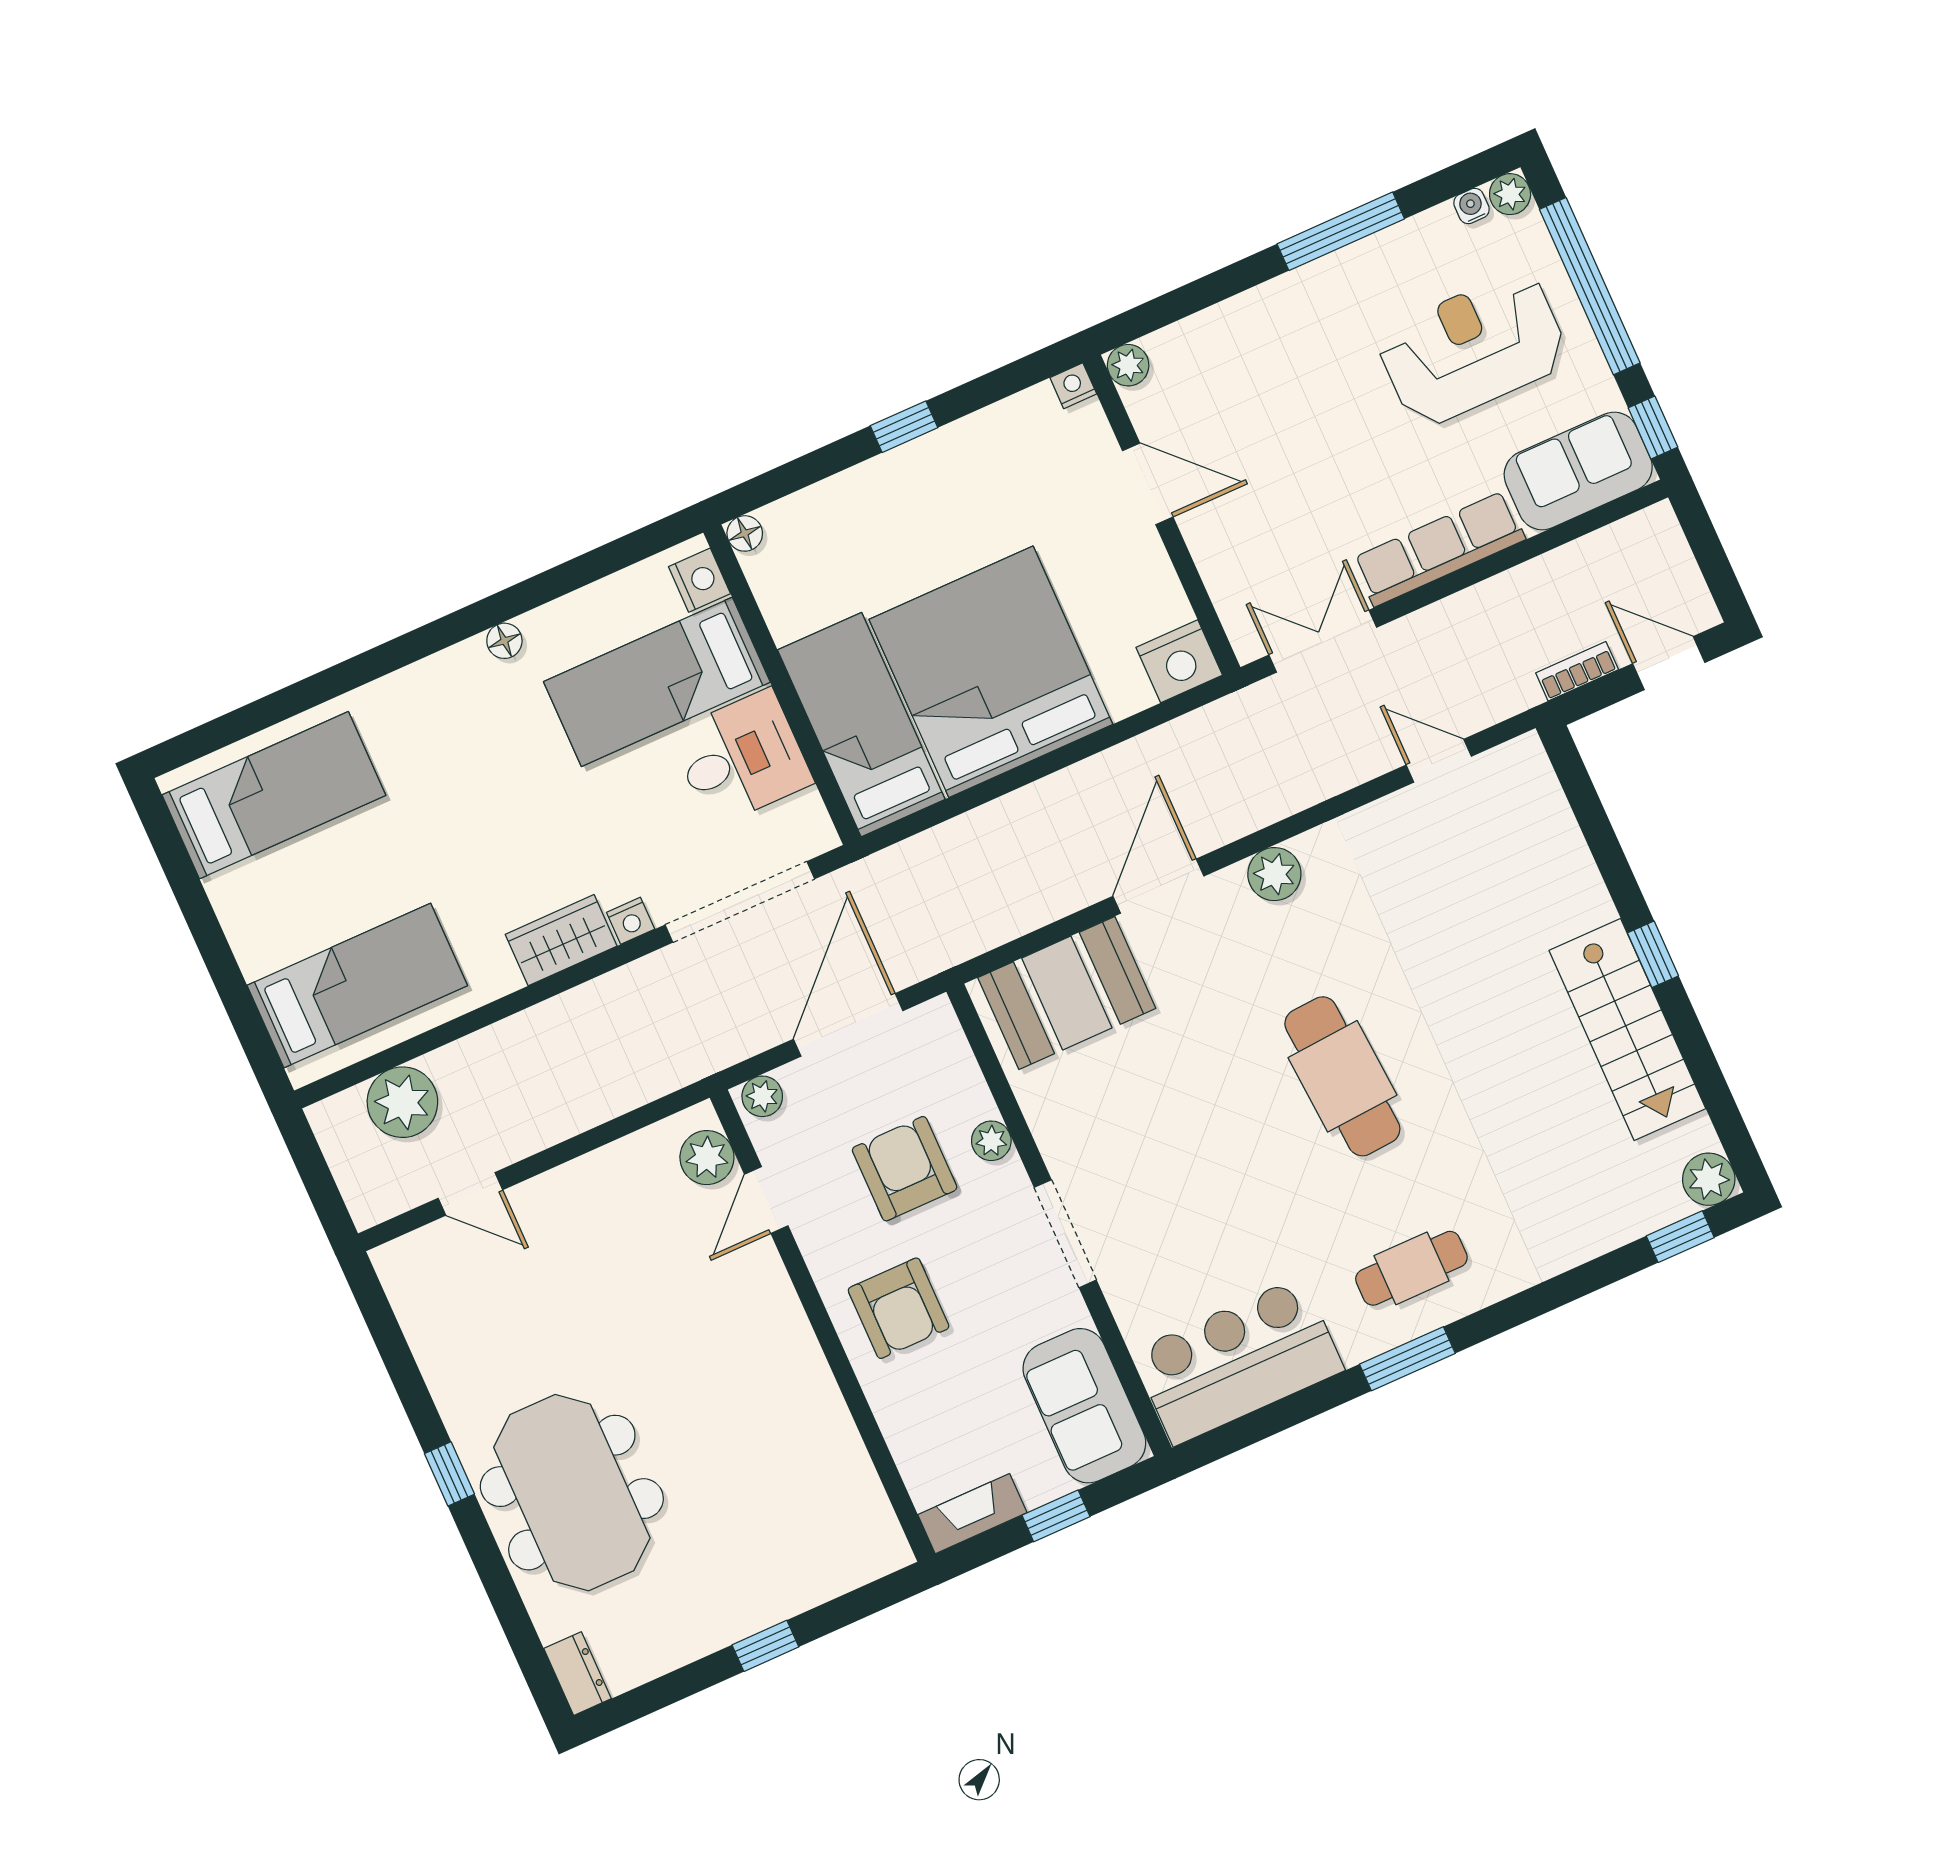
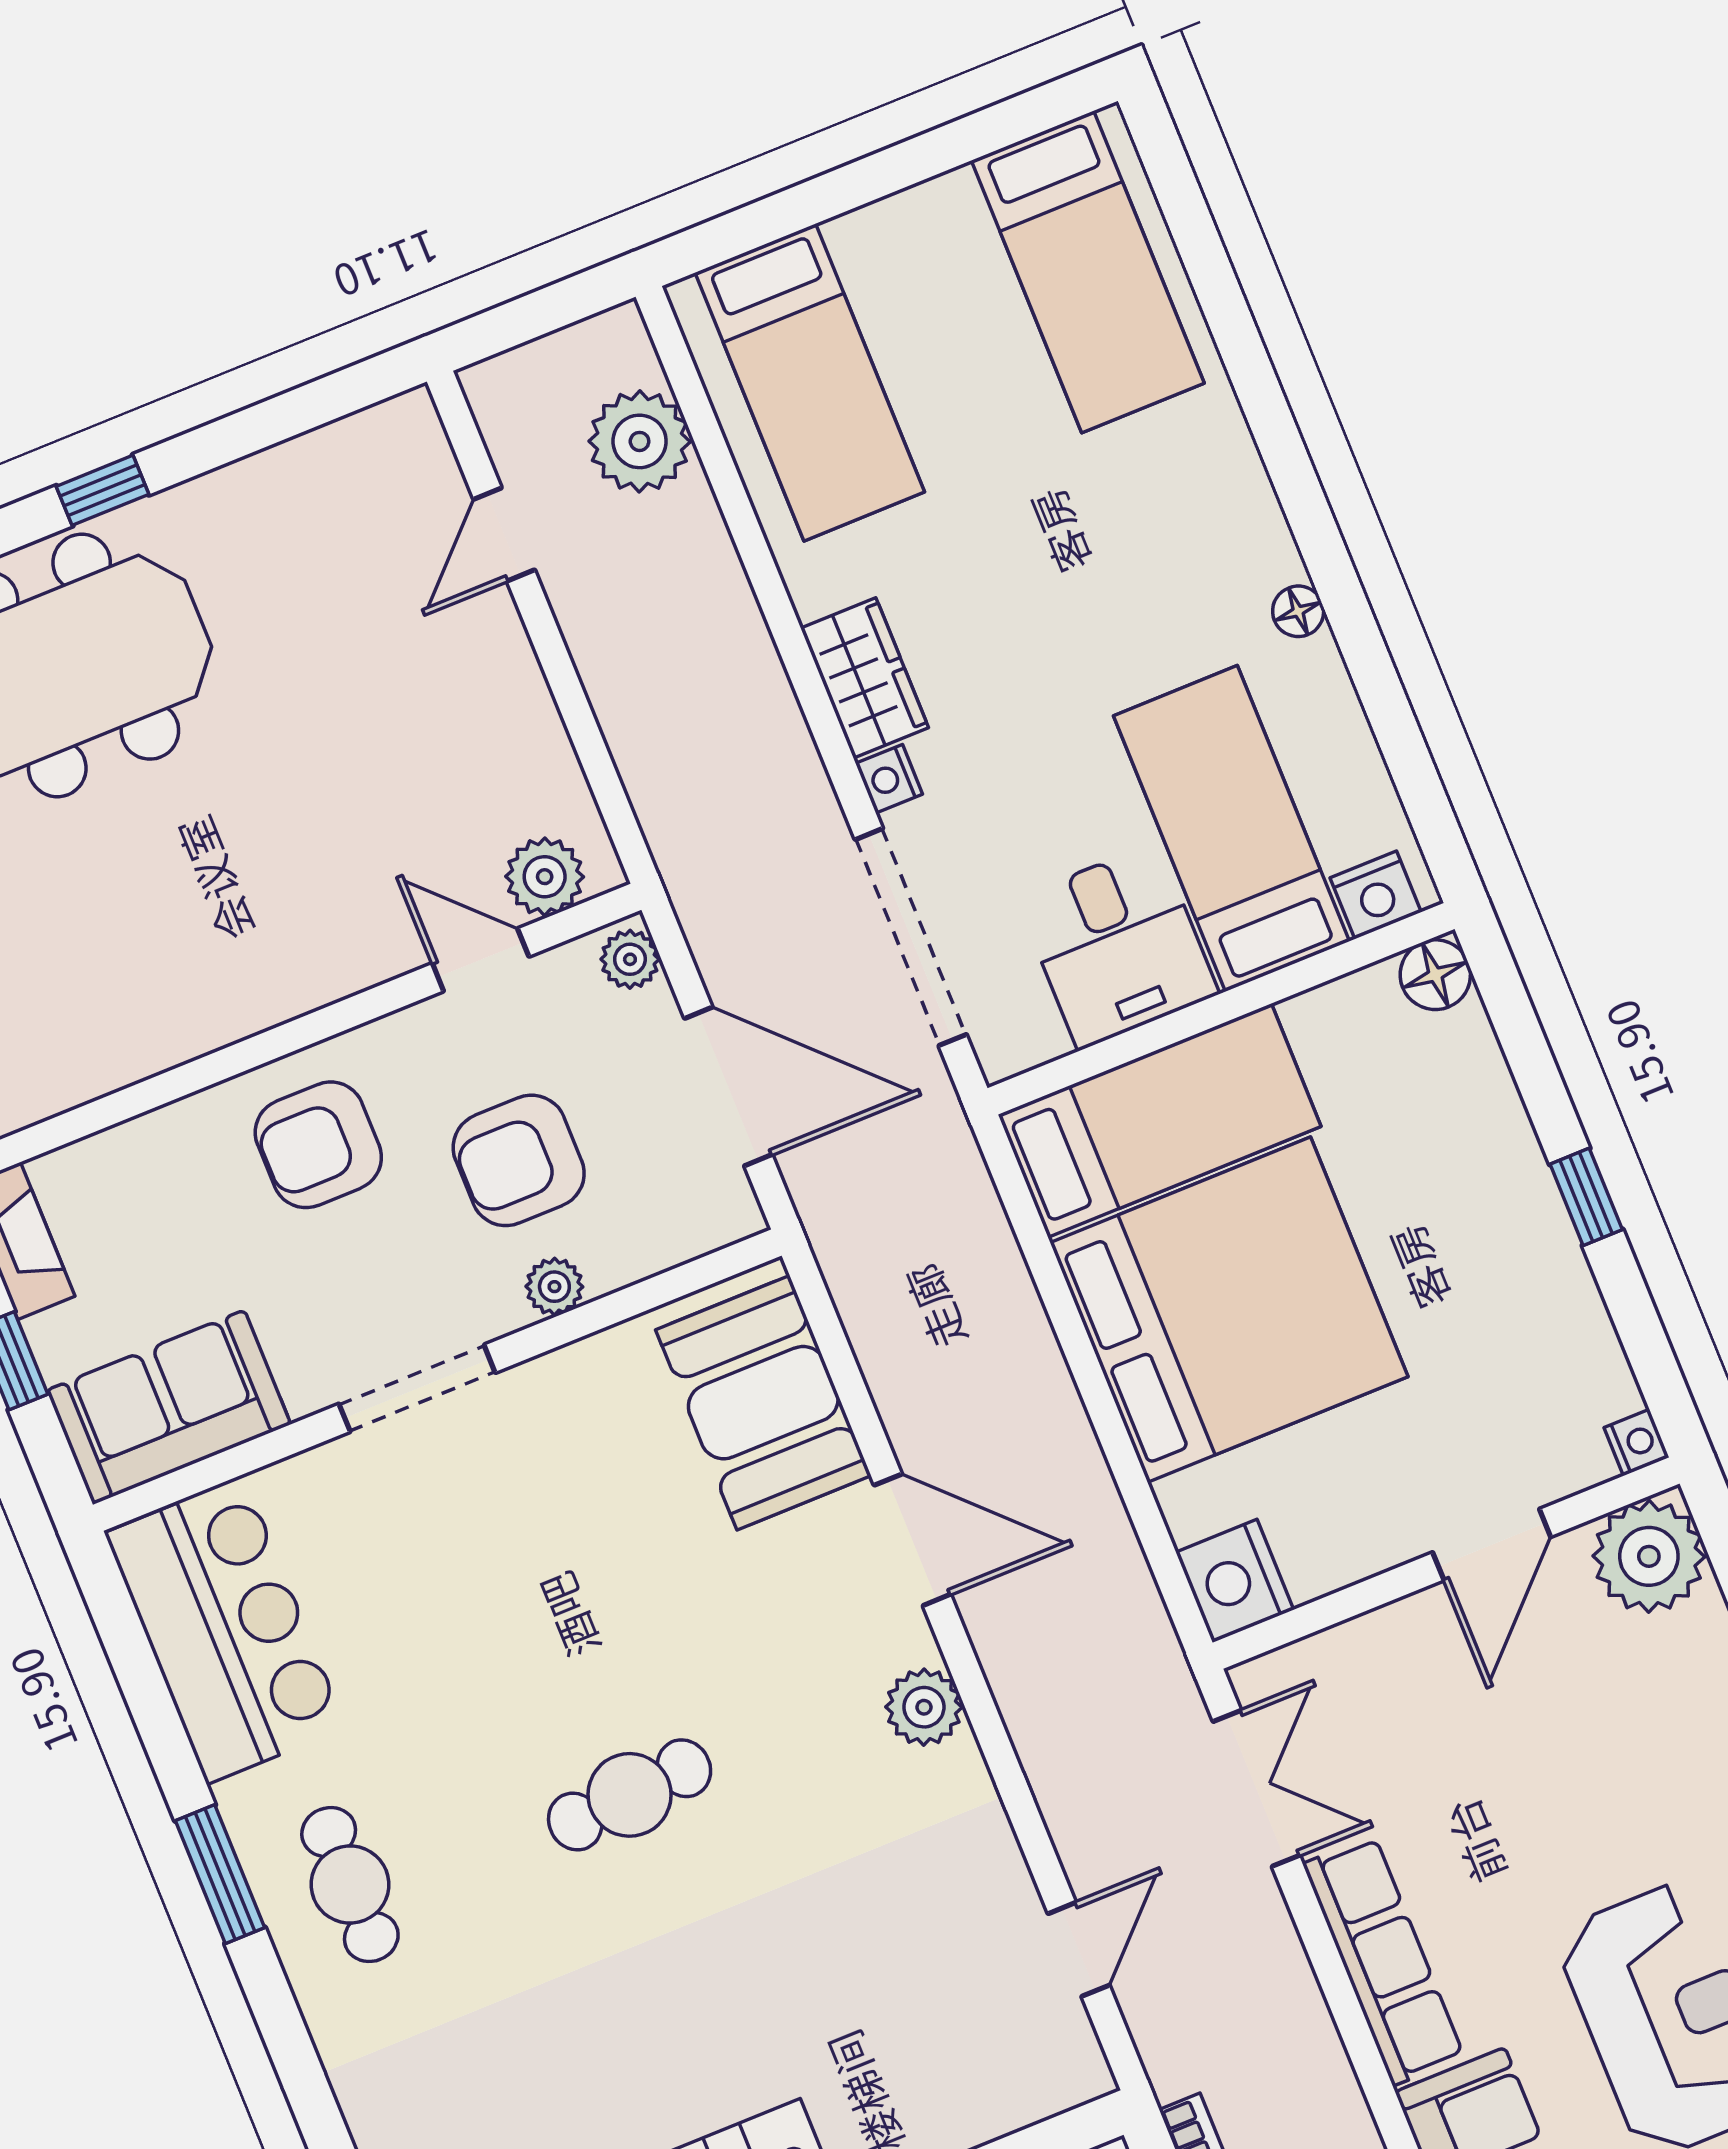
plant: (1128, 365) -> (1649, 1556), width x1.87, depth x1.87
floor lamp: (745, 533) -> (1435, 975), width x1.37, depth x1.37
cafe table: (1342, 1076) -> (630, 1795), width x0.73, depth x0.74
armchair: (905, 1169) -> (519, 1160), turned 180

